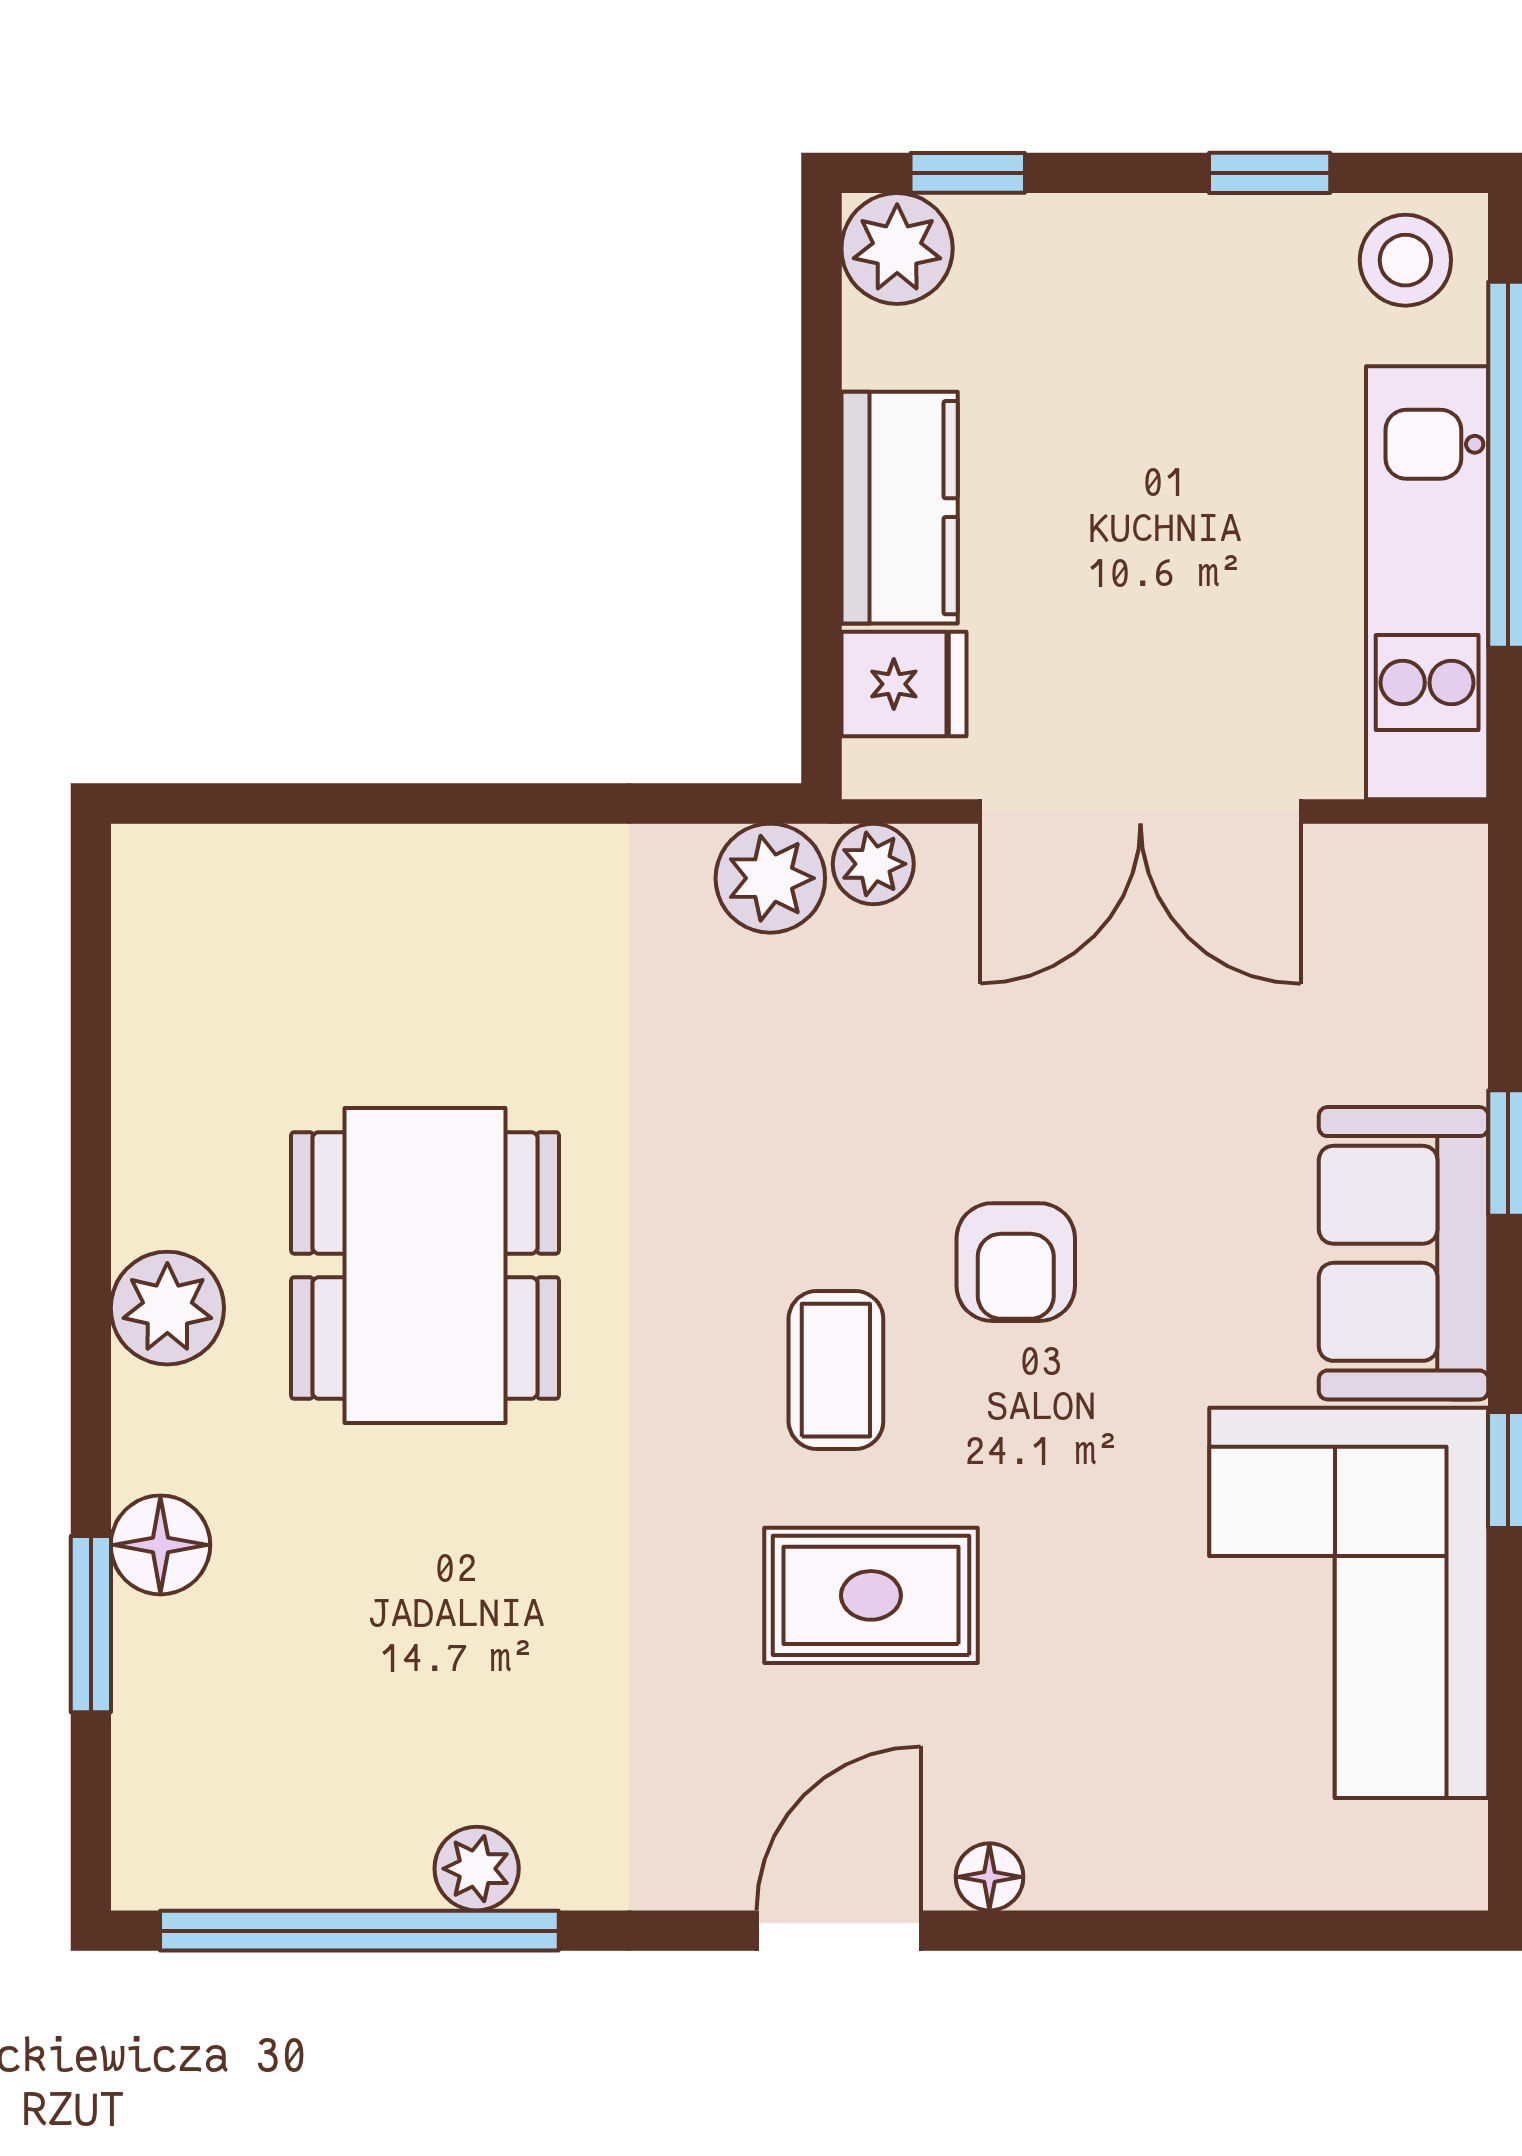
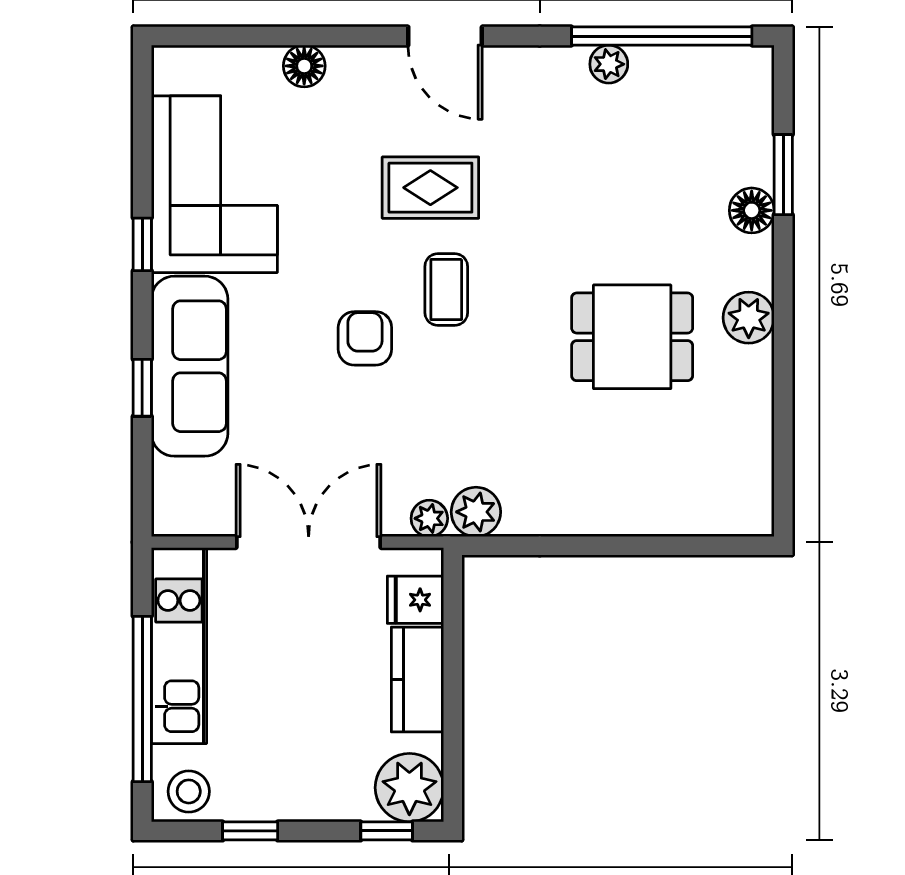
plant: (897, 248) -> (409, 788), width x1.36, depth x1.36
sofa: (1404, 1253) -> (190, 366), width x1.36
dining table: (425, 1265) -> (632, 337), width x0.73
floor lamp: (989, 1877) -> (304, 66), moved, width x1.37, depth x1.37
door: (839, 1931) -> (445, 36), hinge flipped

